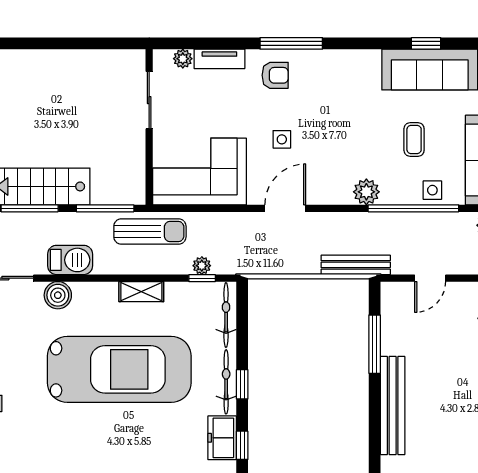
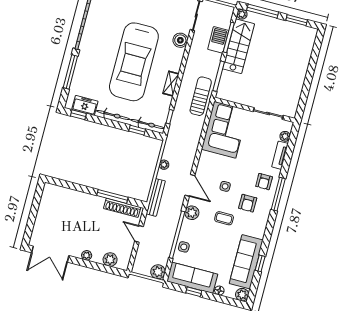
armchair: (322, 95) -> (248, 203), added
side table: (282, 139) -> (225, 186), moved
coffee table: (414, 140) -> (224, 218), moved
door: (285, 208) -> (190, 185), moved
sun lounger: (150, 231) -> (201, 96), turned 180
barbecue: (70, 260) -> (218, 40), moved, turned 180
plant: (202, 266) -> (164, 165), moved
shoe rack: (391, 321) -> (122, 208), added
window: (242, 384) -> (137, 130), moved
bench: (393, 405) -> (79, 197), removed

